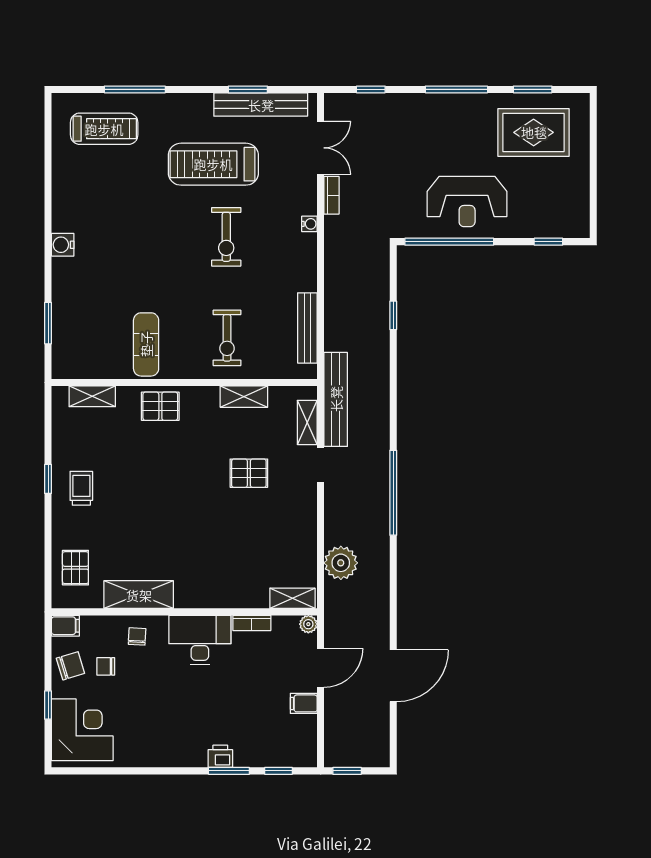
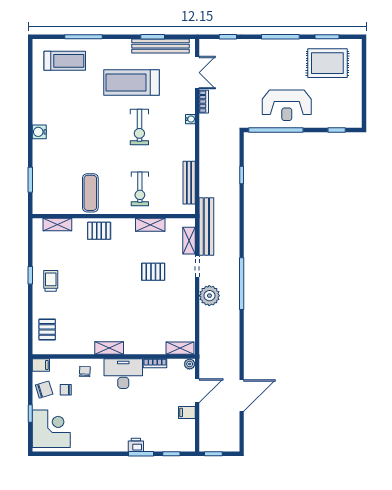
plant: (341, 563) -> (209, 296), moved
shelving: (139, 595) -> (109, 348), moved, width x0.67, depth x0.75

